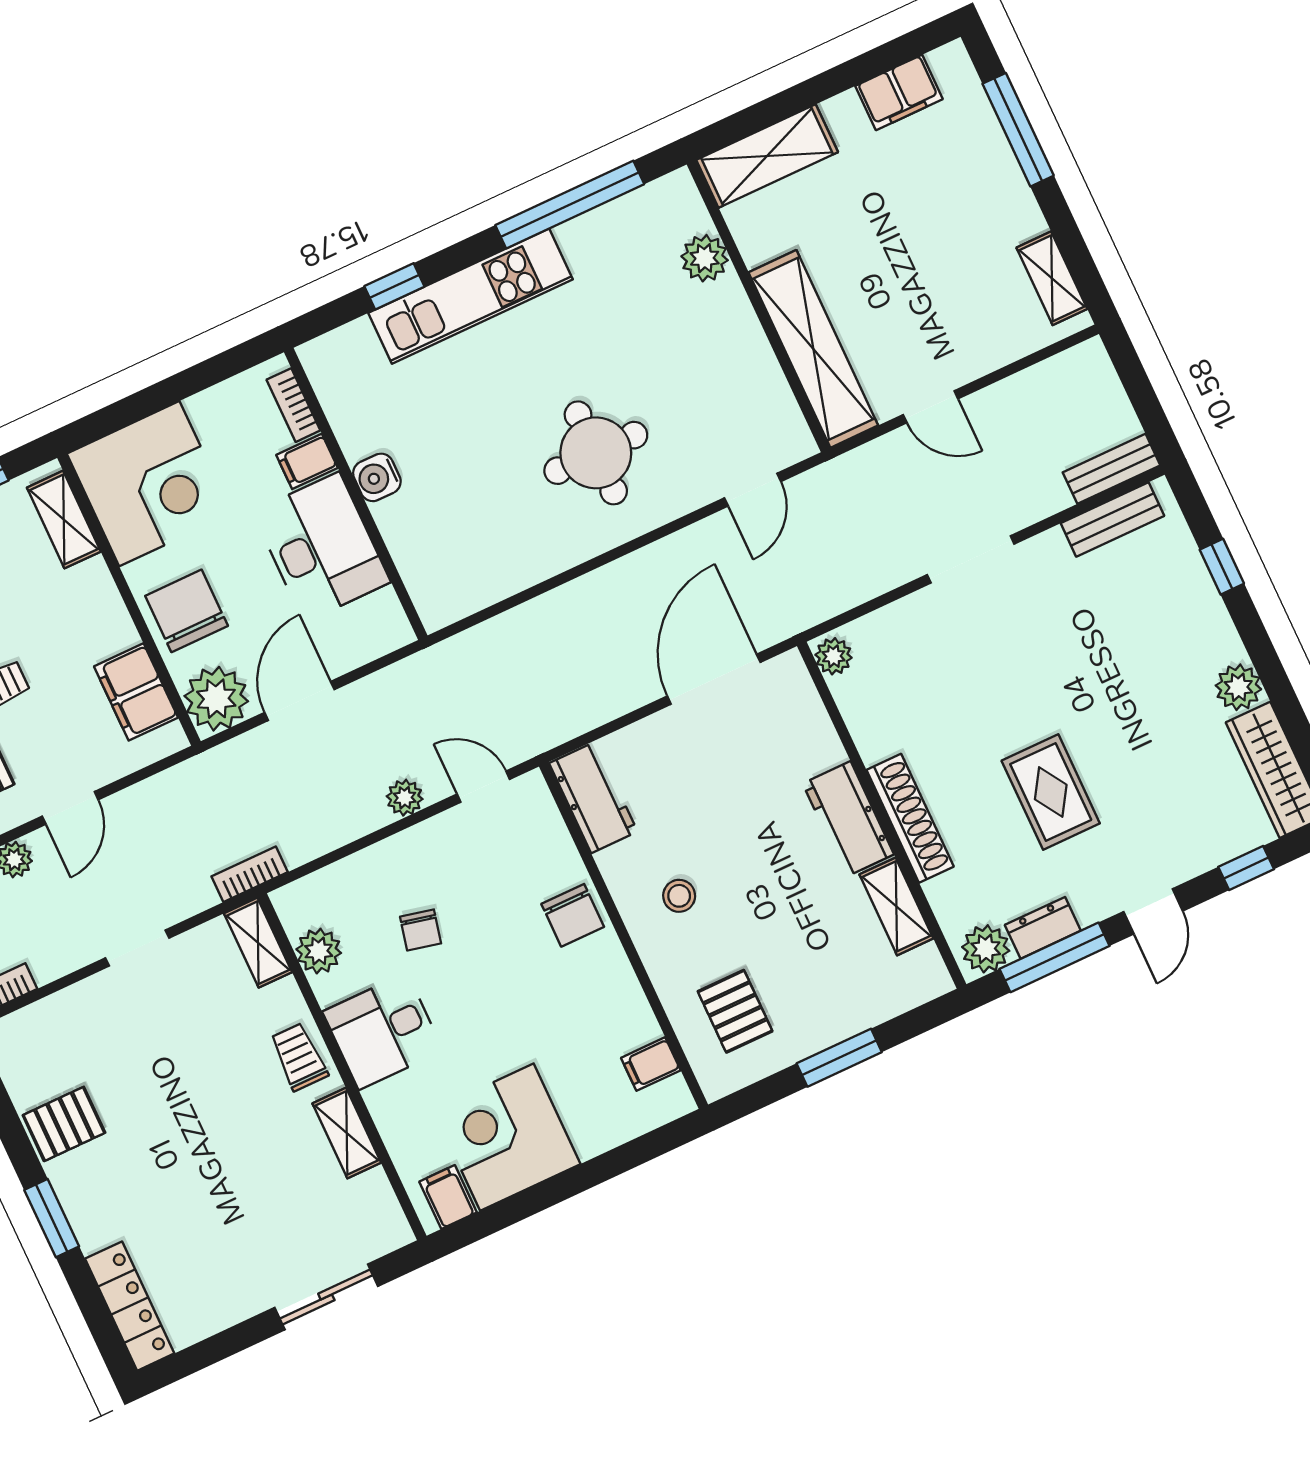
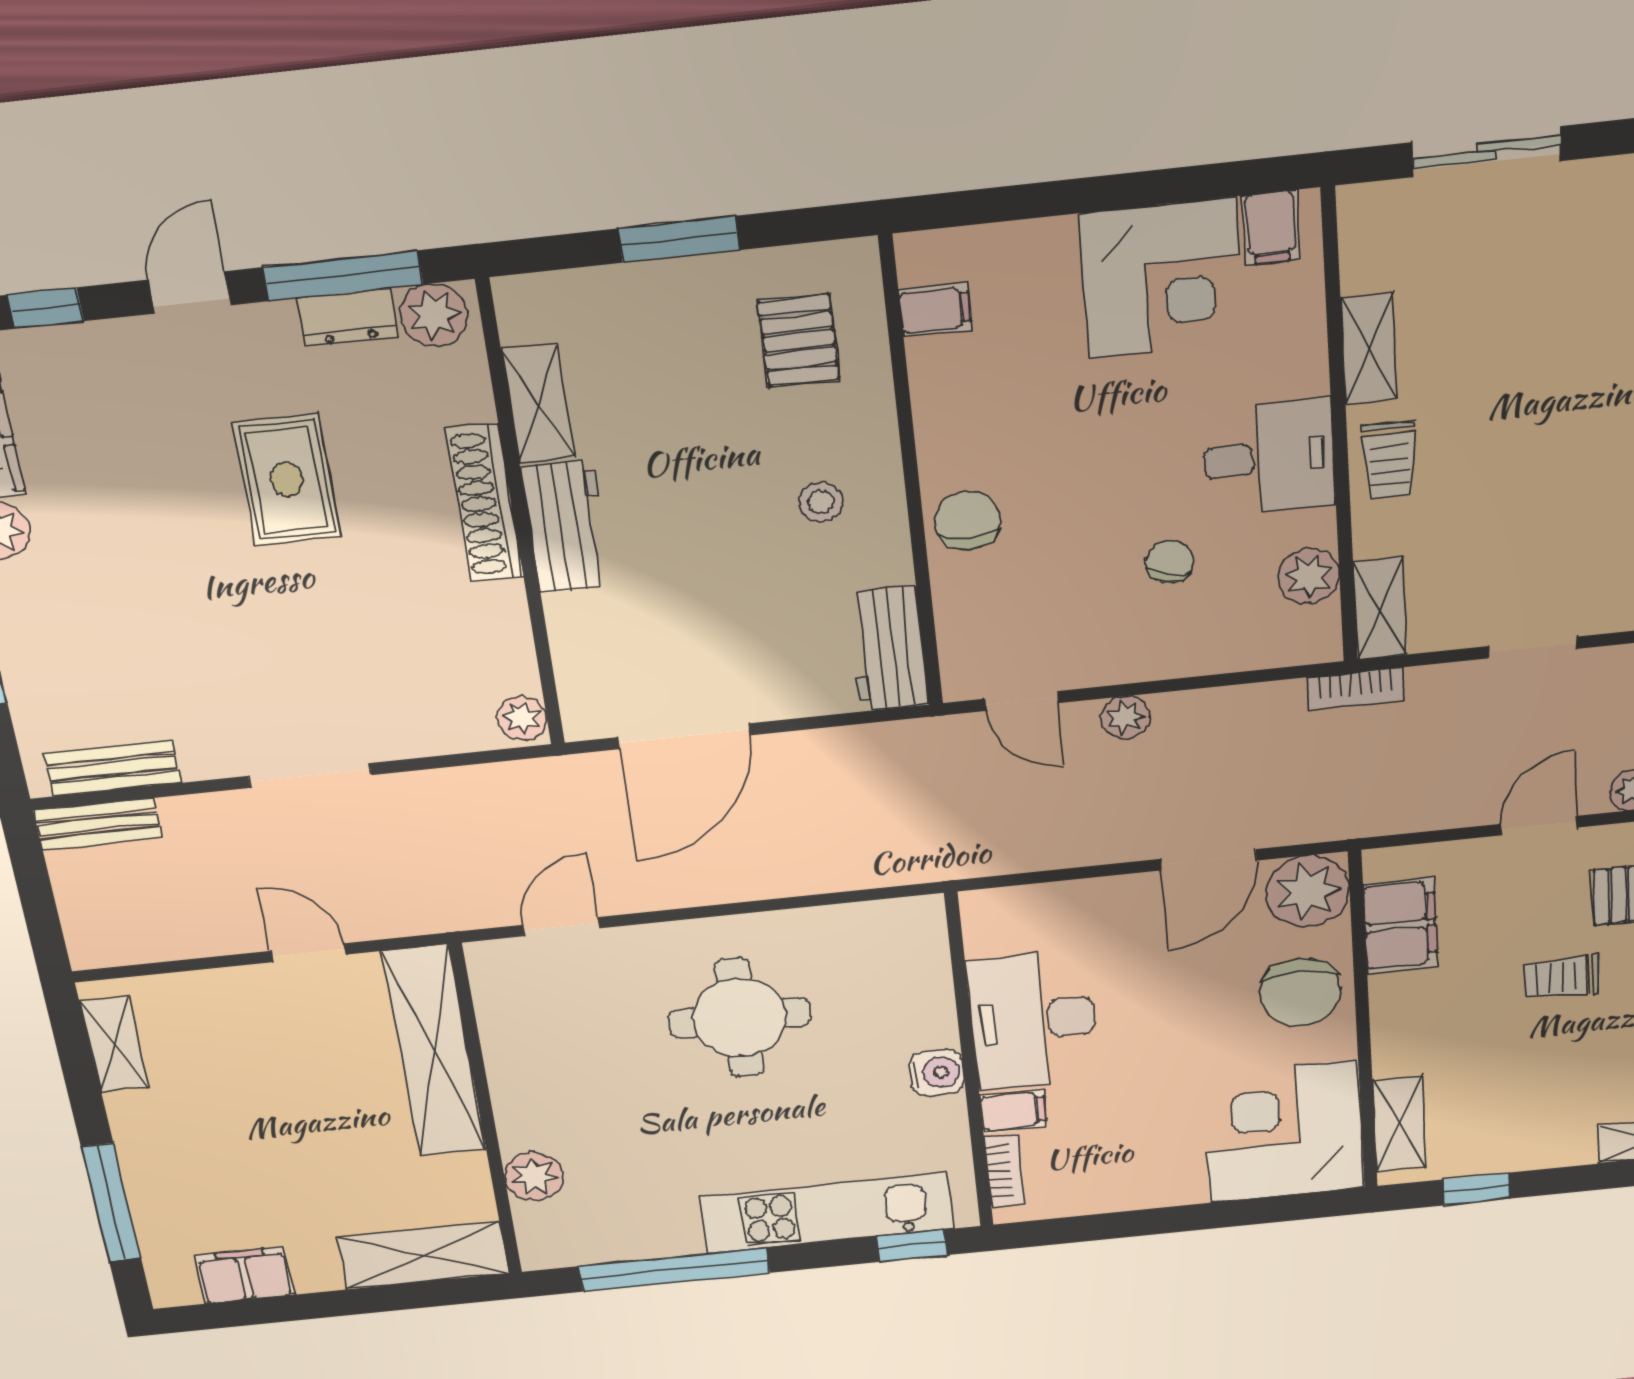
bookcase: (293, 405) -> (1005, 1171), moved
filing cabinet: (307, 461) -> (1013, 1111), moved
water cooler: (377, 477) -> (937, 1072), moved
wall: (356, 494) -> (969, 1063), moved
desk: (322, 547) -> (1033, 1020), moved

